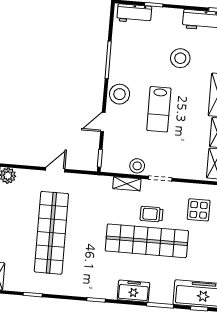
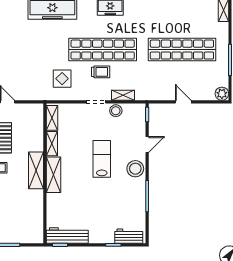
stool: (180, 58) -> (88, 203), removed
door: (55, 170) -> (183, 102), swing flipped
shop shelf: (51, 233) -> (182, 50), turned 90

